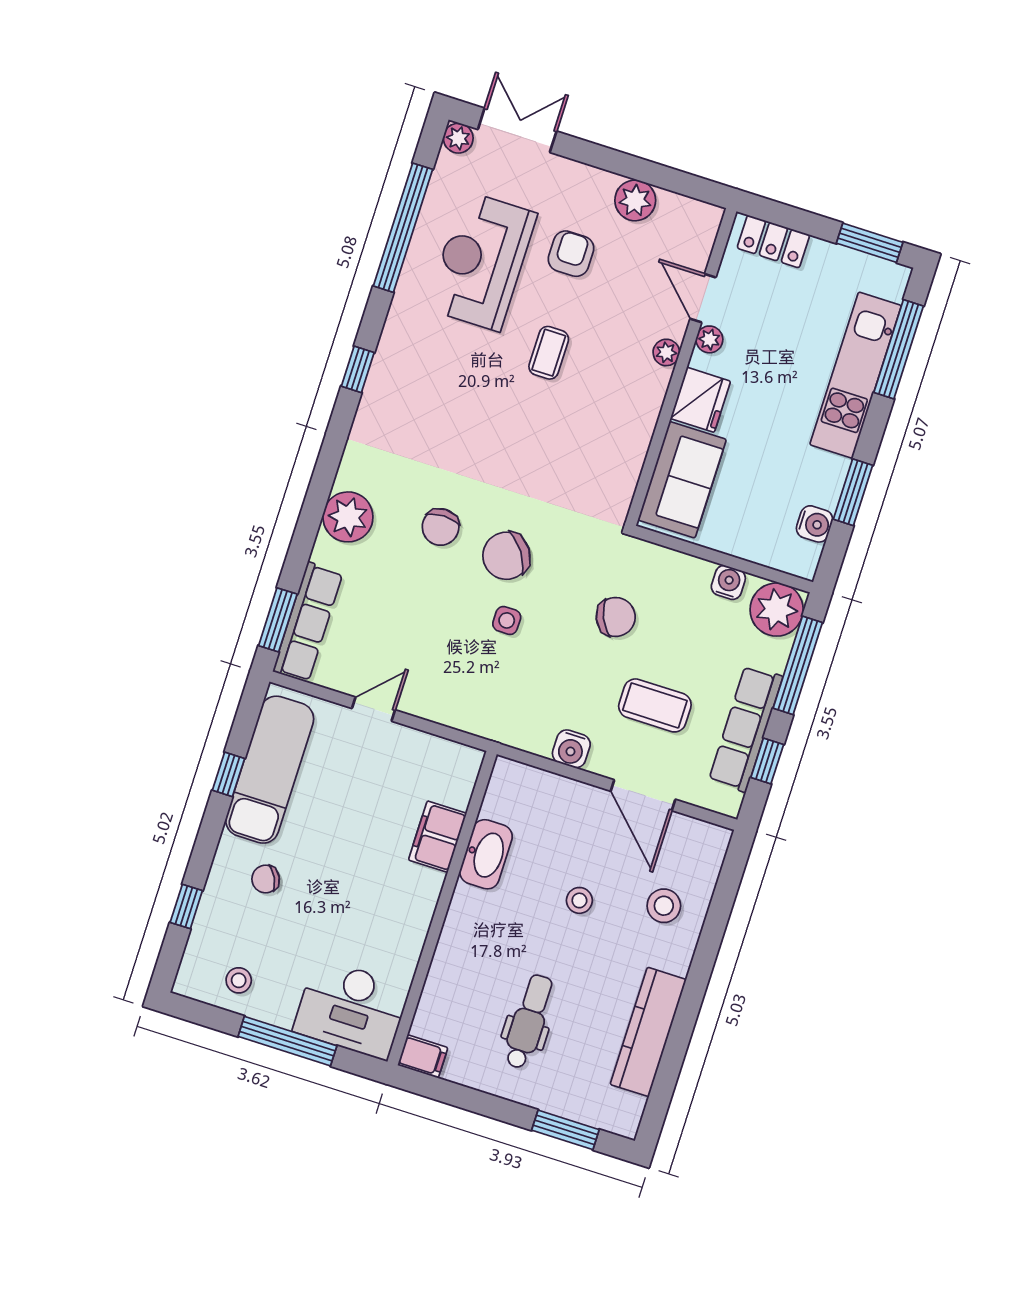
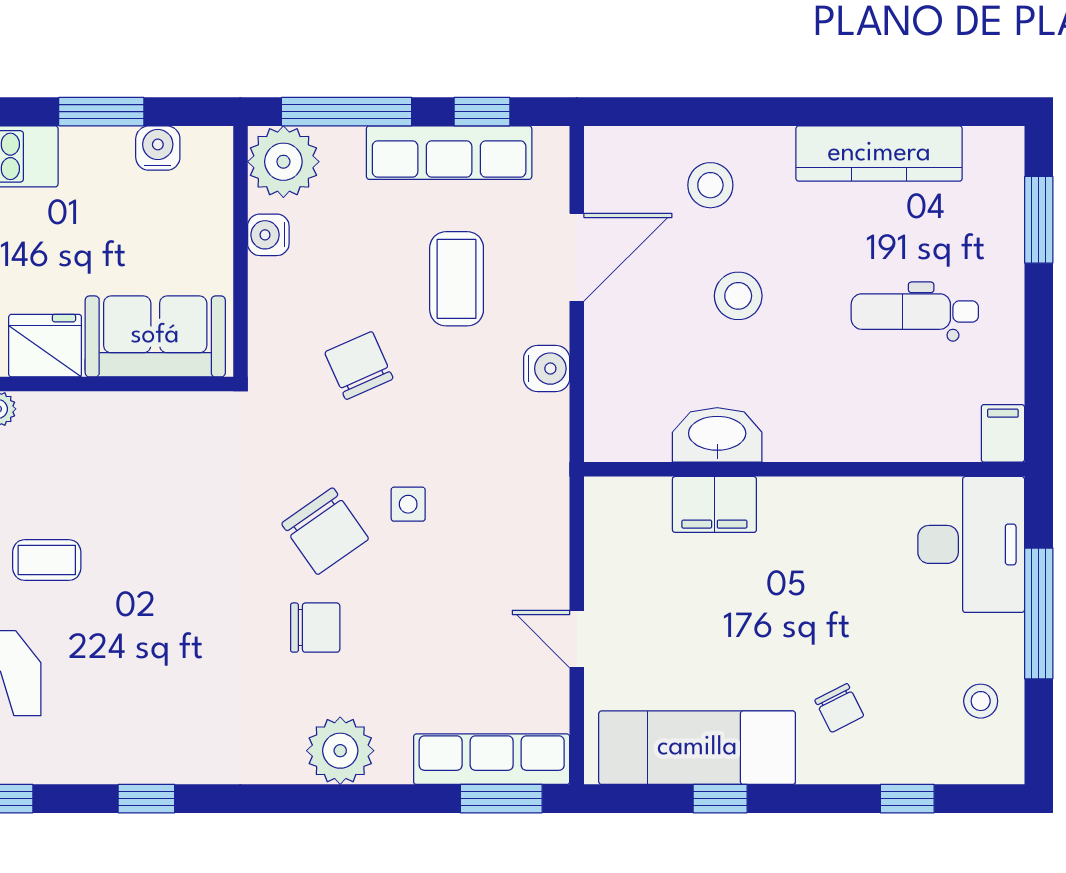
stool: (579, 900) -> (738, 296), width x1.37, depth x1.37

